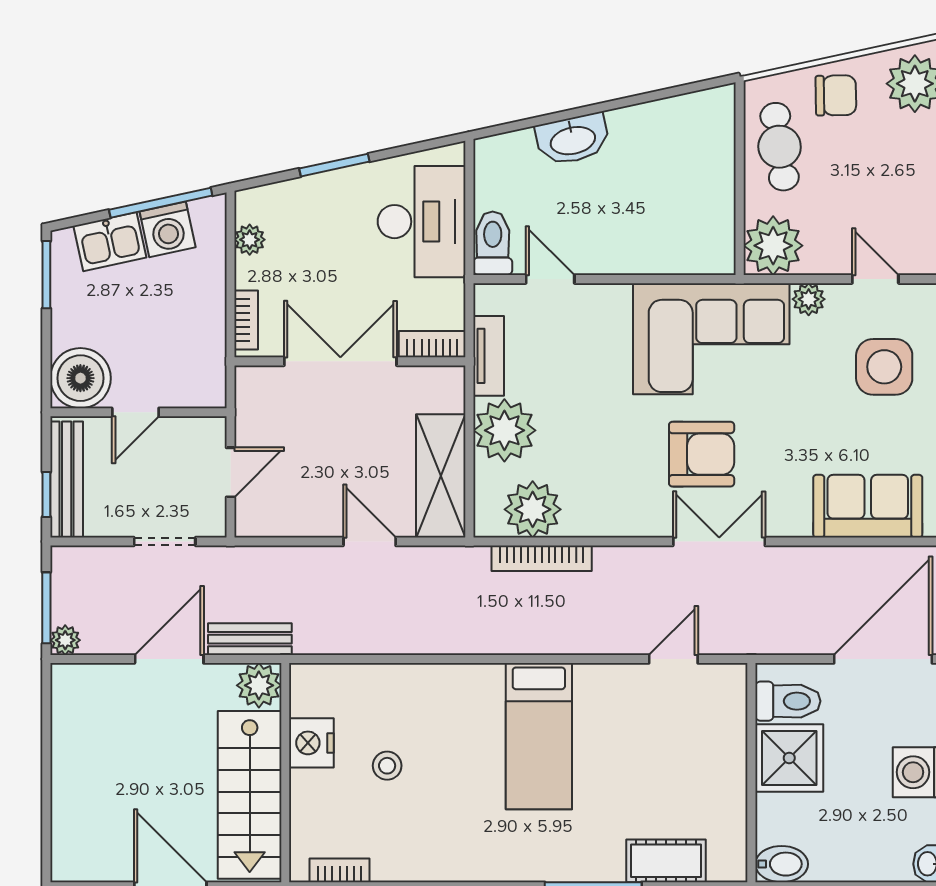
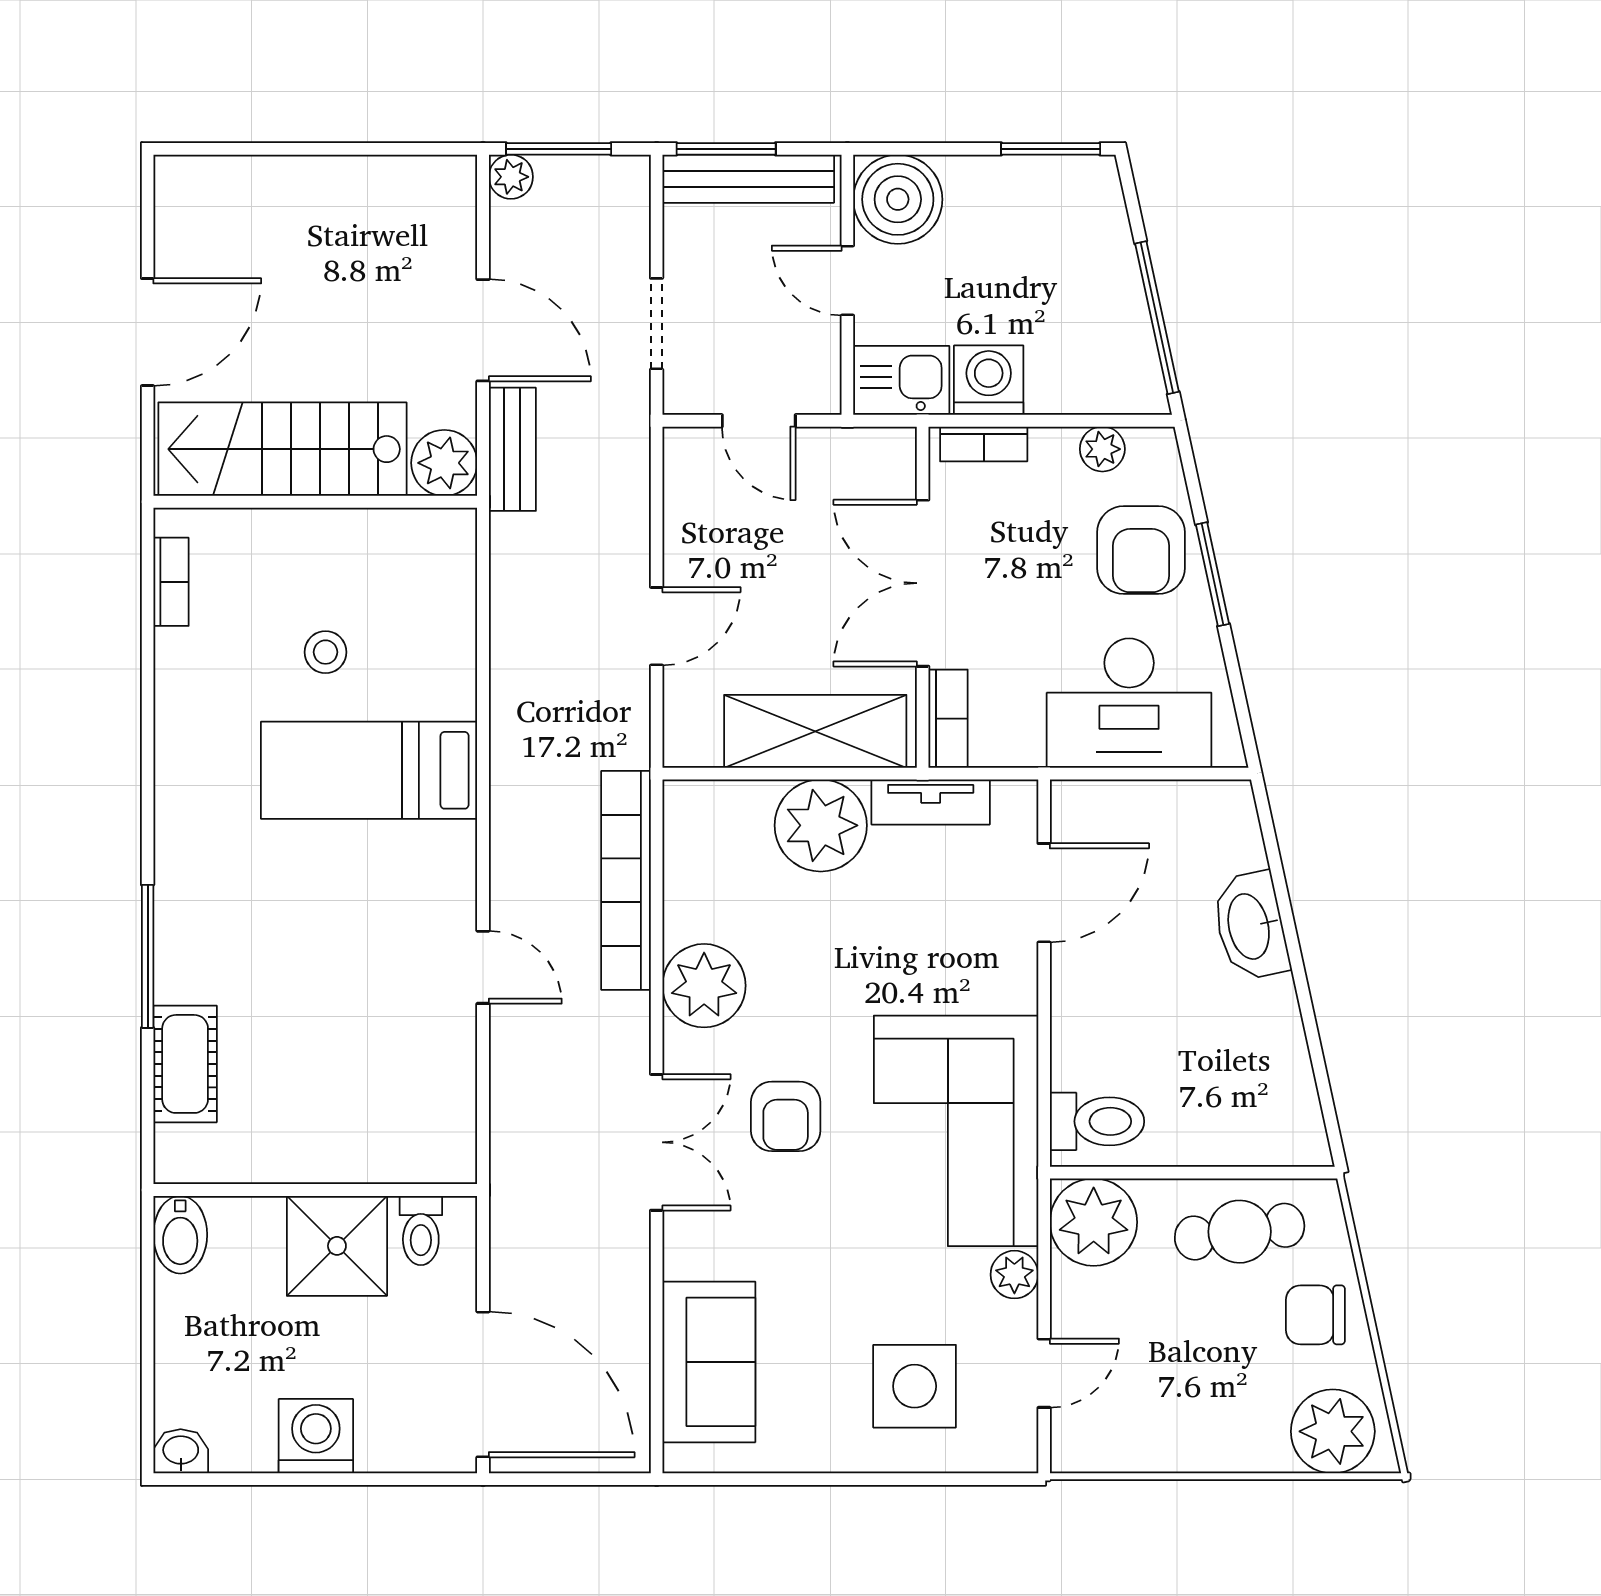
chair: (836, 95) -> (1315, 1315), turned 91
armchair: (318, 213) -> (1141, 550), added
washing machine: (168, 229) -> (989, 380), moved, turned 102
kitchen sink: (110, 242) -> (902, 380), moved, turned 102
toilet: (493, 243) -> (1097, 1121), moved
door: (550, 279) -> (1044, 893), width x1.38
double door: (340, 361) -> (923, 583), swing flipped
armchair: (702, 454) -> (786, 1116), width x0.72, depth x0.72
shelving: (441, 476) -> (815, 731), moved
window: (46, 494) -> (726, 149), width x1.50
plant: (533, 509) -> (704, 986), moved
bookcase: (542, 558) -> (626, 880), width x1.48, depth x1.31
door: (673, 659) -> (483, 967), moved
toilet: (788, 701) -> (421, 1230), width x0.73, depth x0.72
bed: (539, 736) -> (369, 770), moved
nightstand: (311, 743) -> (359, 540), removed

